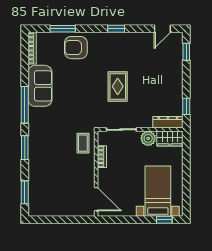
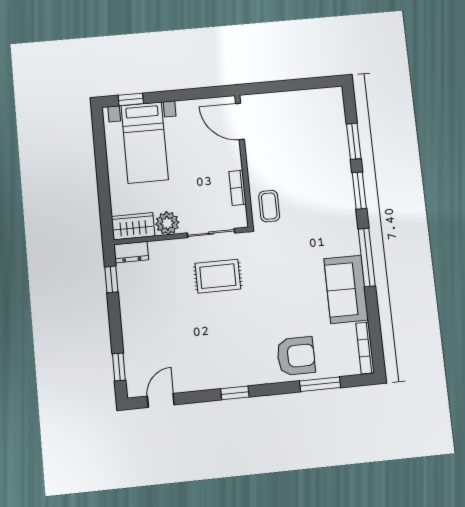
rug: (118, 86) -> (218, 276), moved, turned 90
dresser: (168, 122) -> (131, 252), width x0.70
window: (25, 192) -> (354, 141), moved

